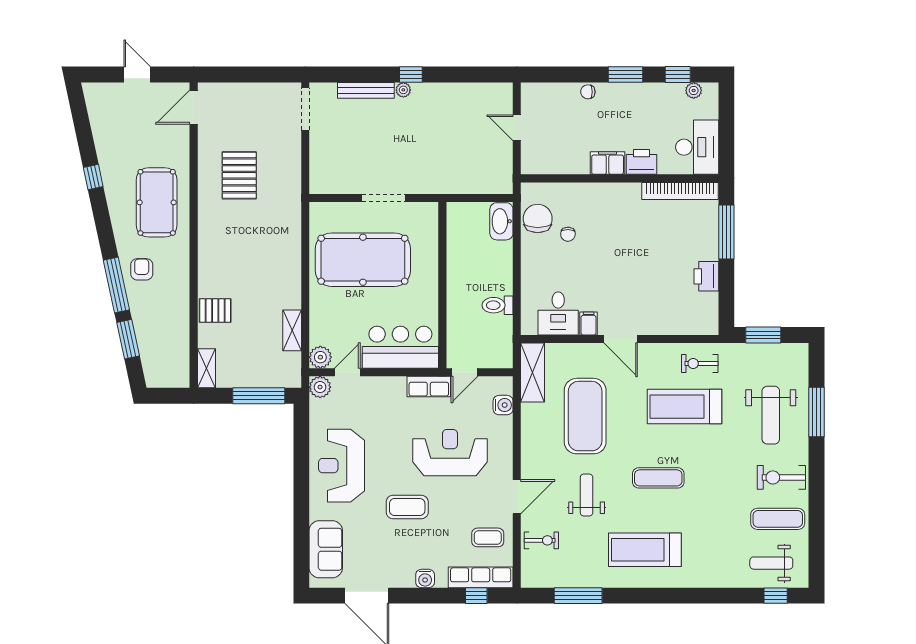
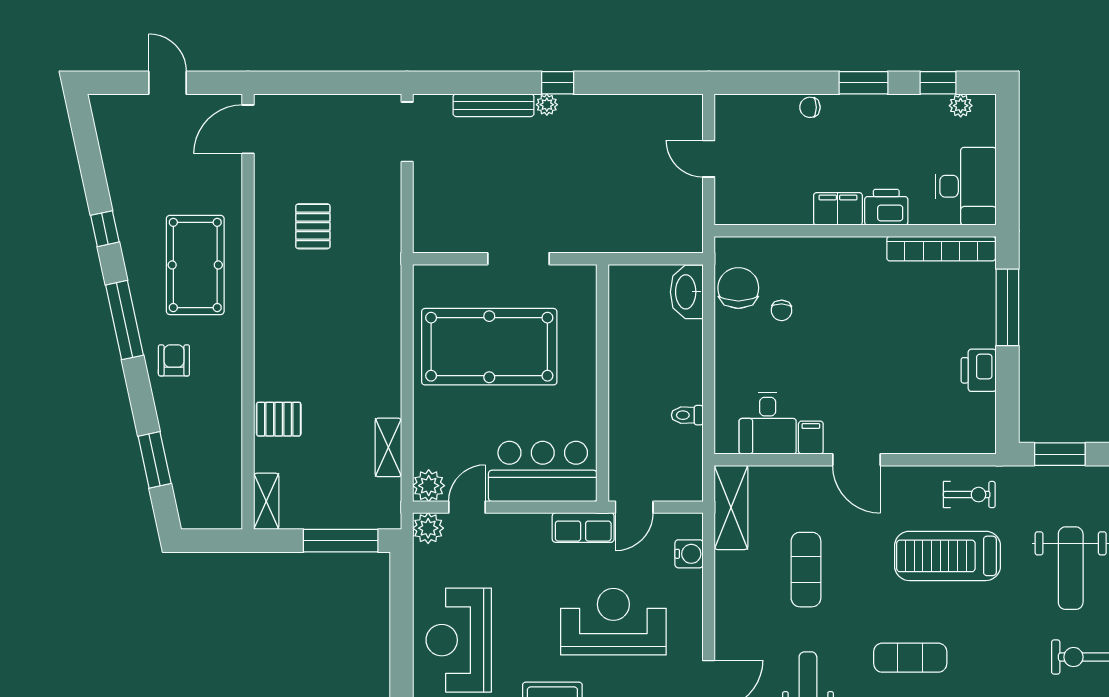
pallet: (239, 175) -> (313, 226), width x0.67, depth x0.71
window: (116, 285) -> (124, 320), moved
toilet: (498, 305) -> (687, 415), width x0.73, depth x0.72
exercise bike: (700, 363) -> (969, 495), turned 180
exercise mat: (585, 416) -> (806, 570), width x0.50, depth x0.69

